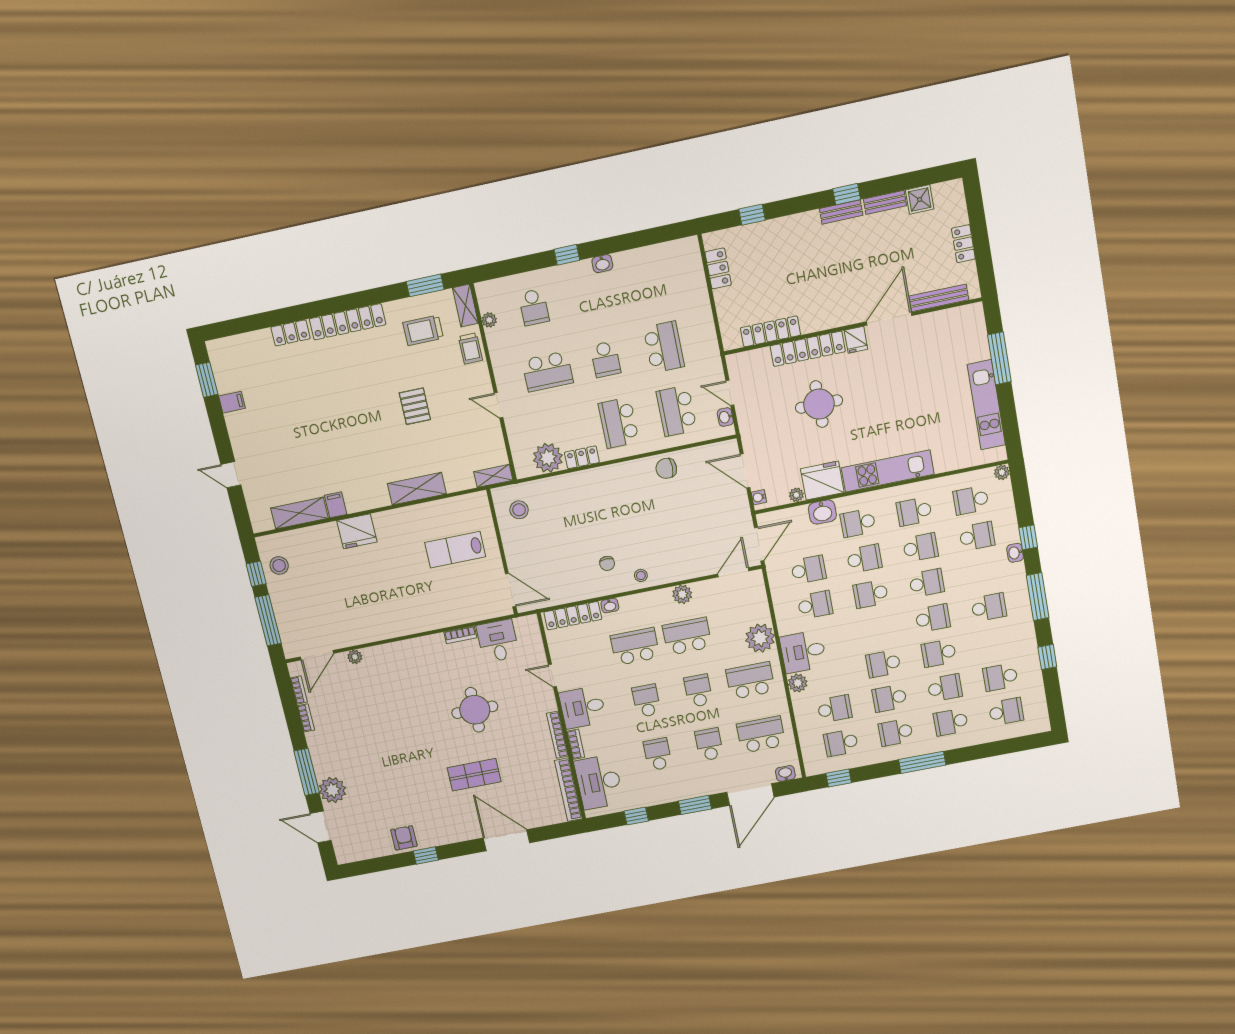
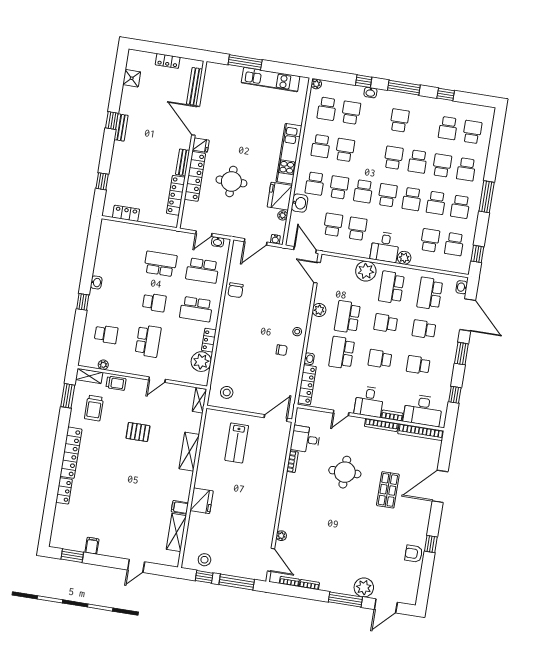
bench: (885, 202) -> (183, 162), moved
school desk: (927, 583) -> (387, 195), moved

